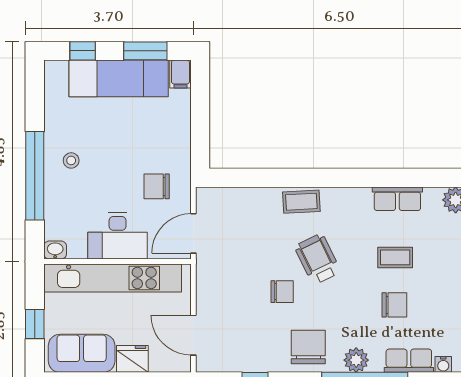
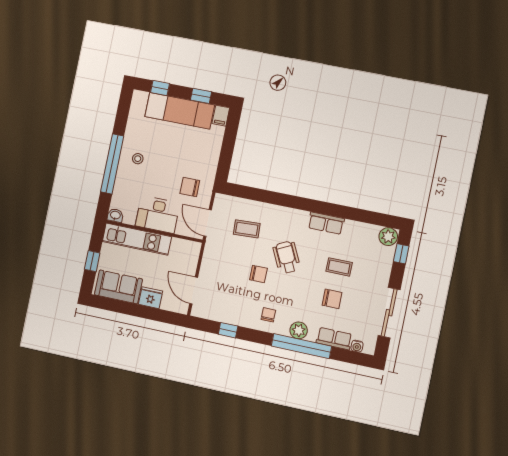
window: (145, 51) -> (201, 96), width x0.67
row of seats: (397, 199) -> (326, 223), moved
coffee table: (301, 202) -> (247, 229), moved
door: (193, 233) -> (208, 223), hinge flipped
kitchen unit: (113, 278) -> (137, 239), width x0.73
chair: (308, 347) -> (268, 315), width x0.54, depth x0.54

